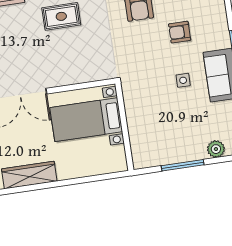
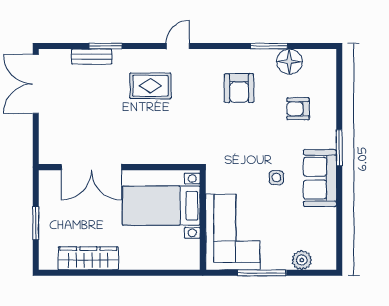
armchair: (180, 32) -> (298, 109), moved
corner sofa: (152, 133) -> (233, 232), added

